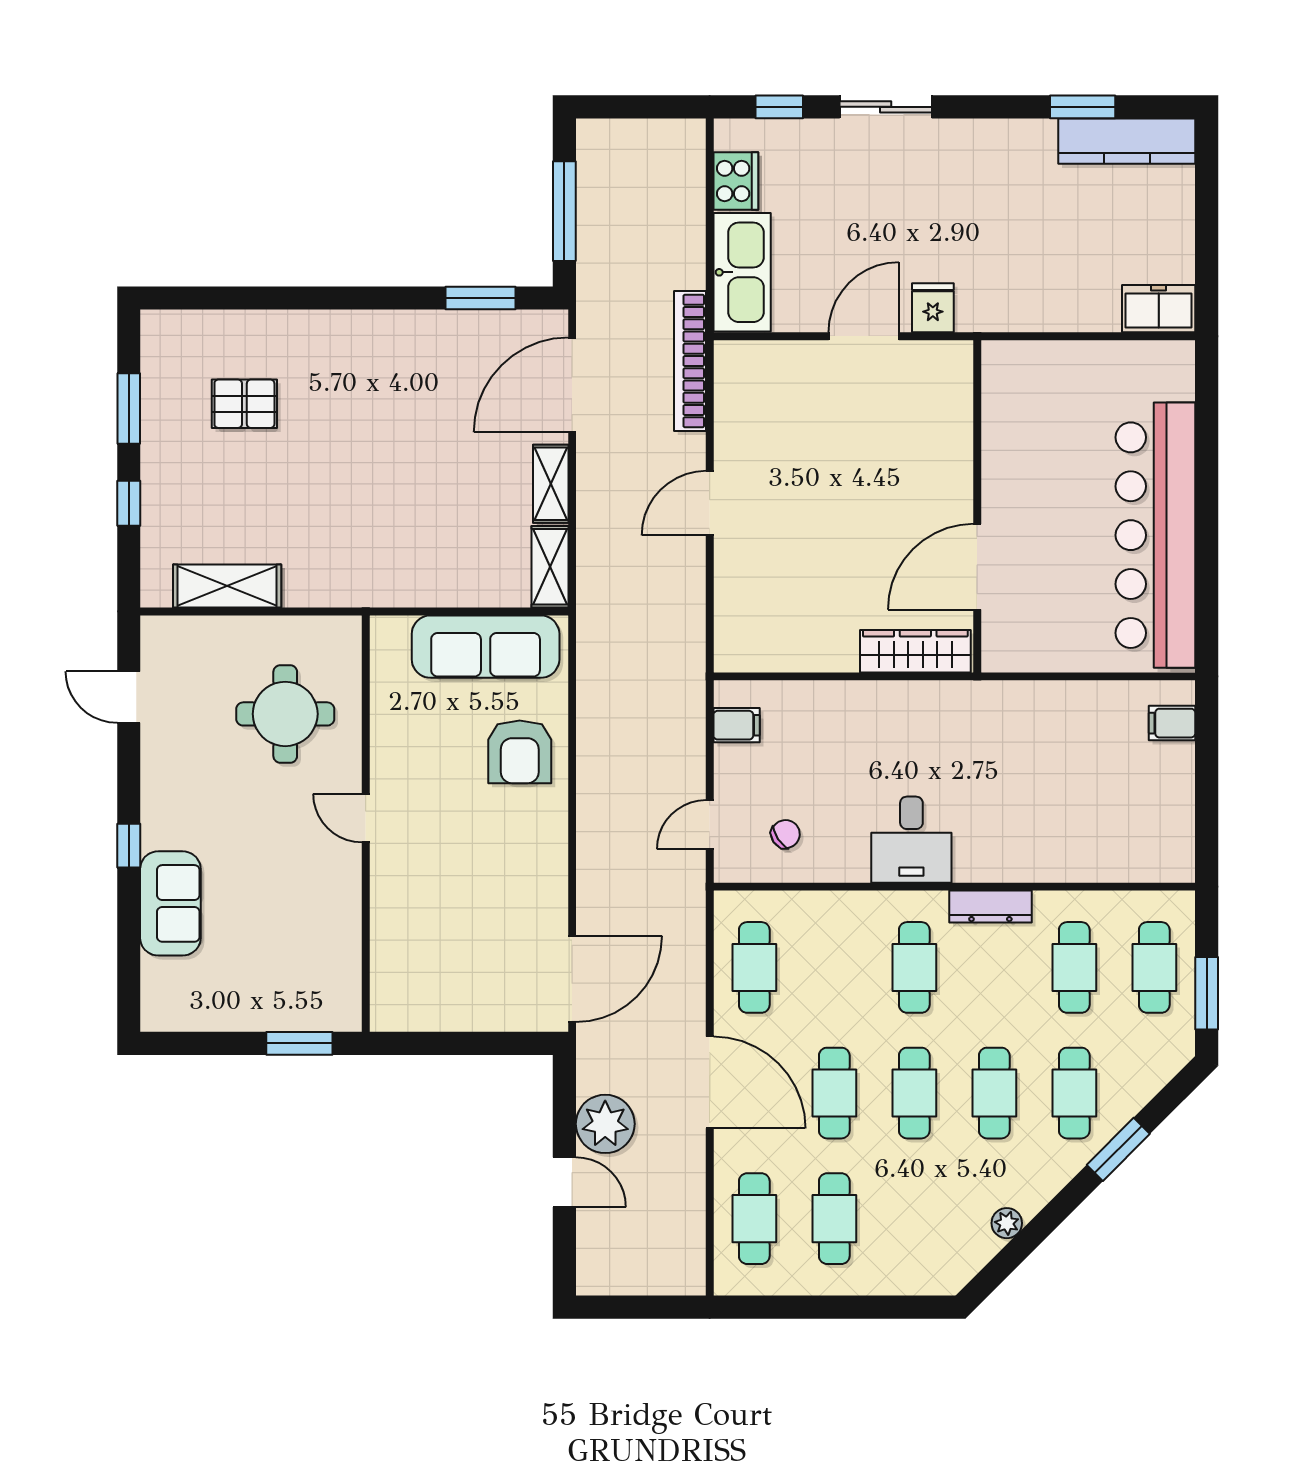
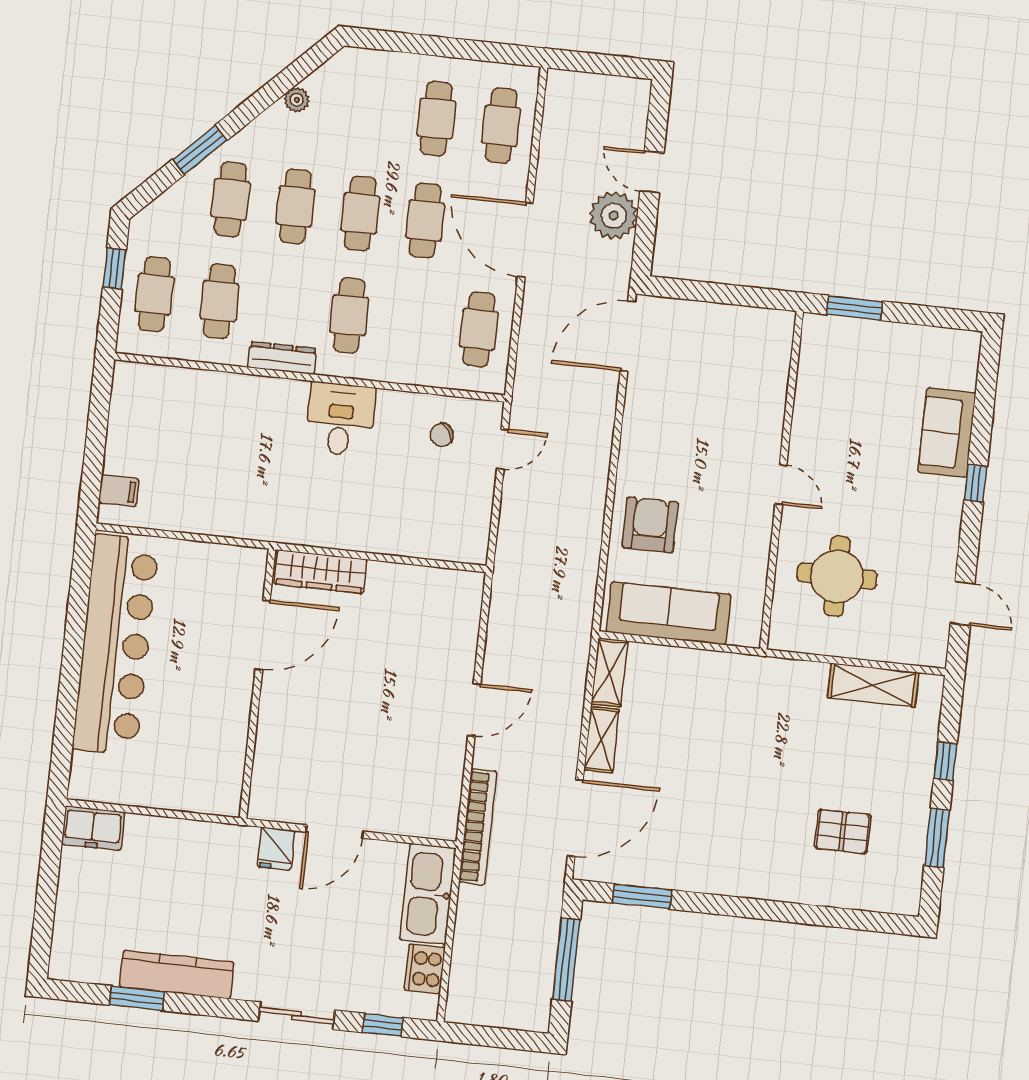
kitchen counter: (1127, 141) -> (177, 975), moved
filing cabinet: (737, 725) -> (472, 527), removed
window: (1207, 993) -> (114, 268), width x0.67

